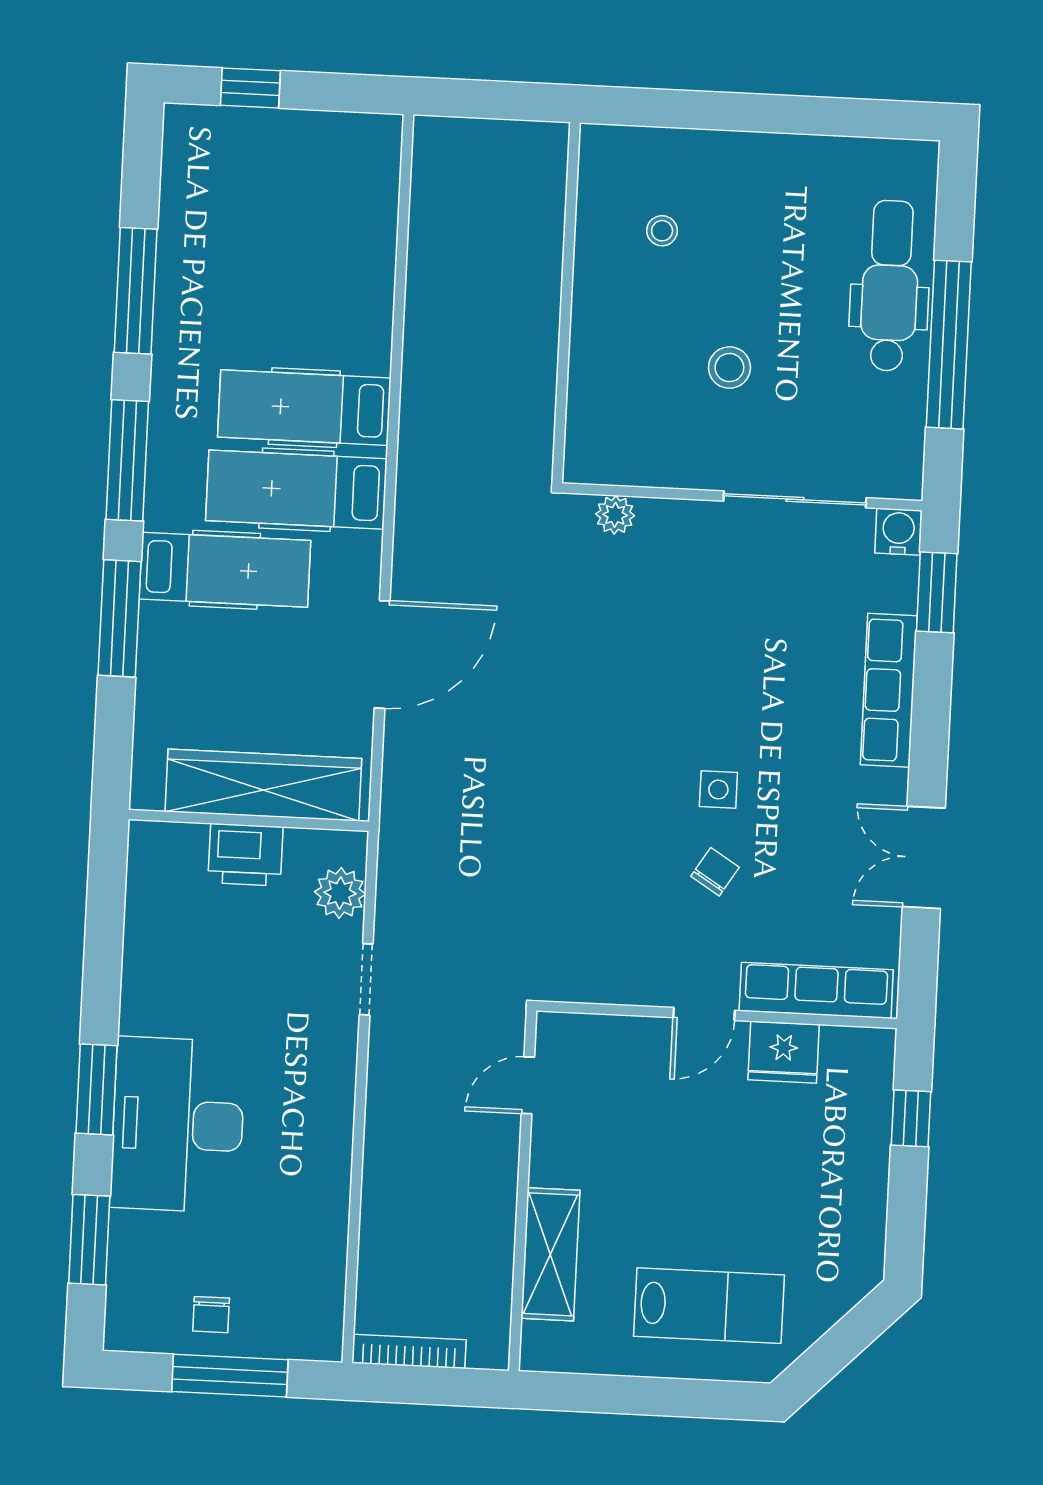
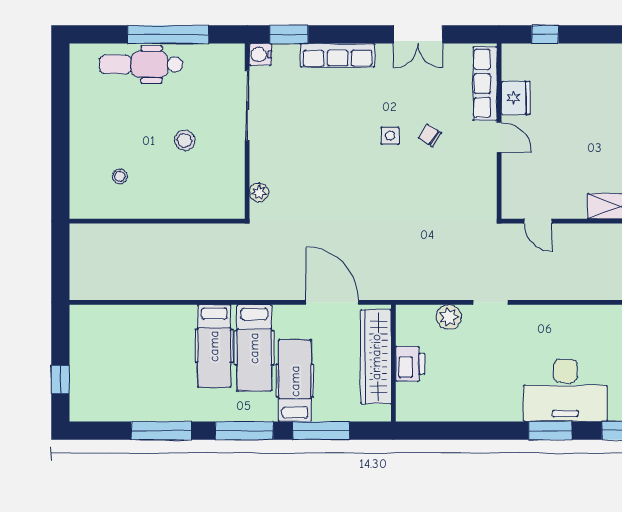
wardrobe: (263, 785) -> (376, 357), moved
wall: (249, 820) -> (393, 363), moved
printer: (245, 855) -> (410, 364), moved

